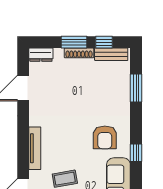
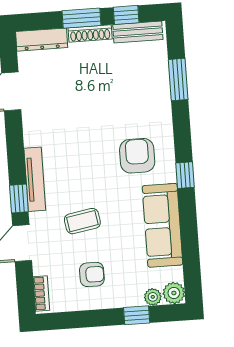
dresser: (41, 55) -> (42, 40), width x1.44
armchair: (105, 137) -> (137, 156), turned 180
window: (23, 160) -> (19, 198), added

